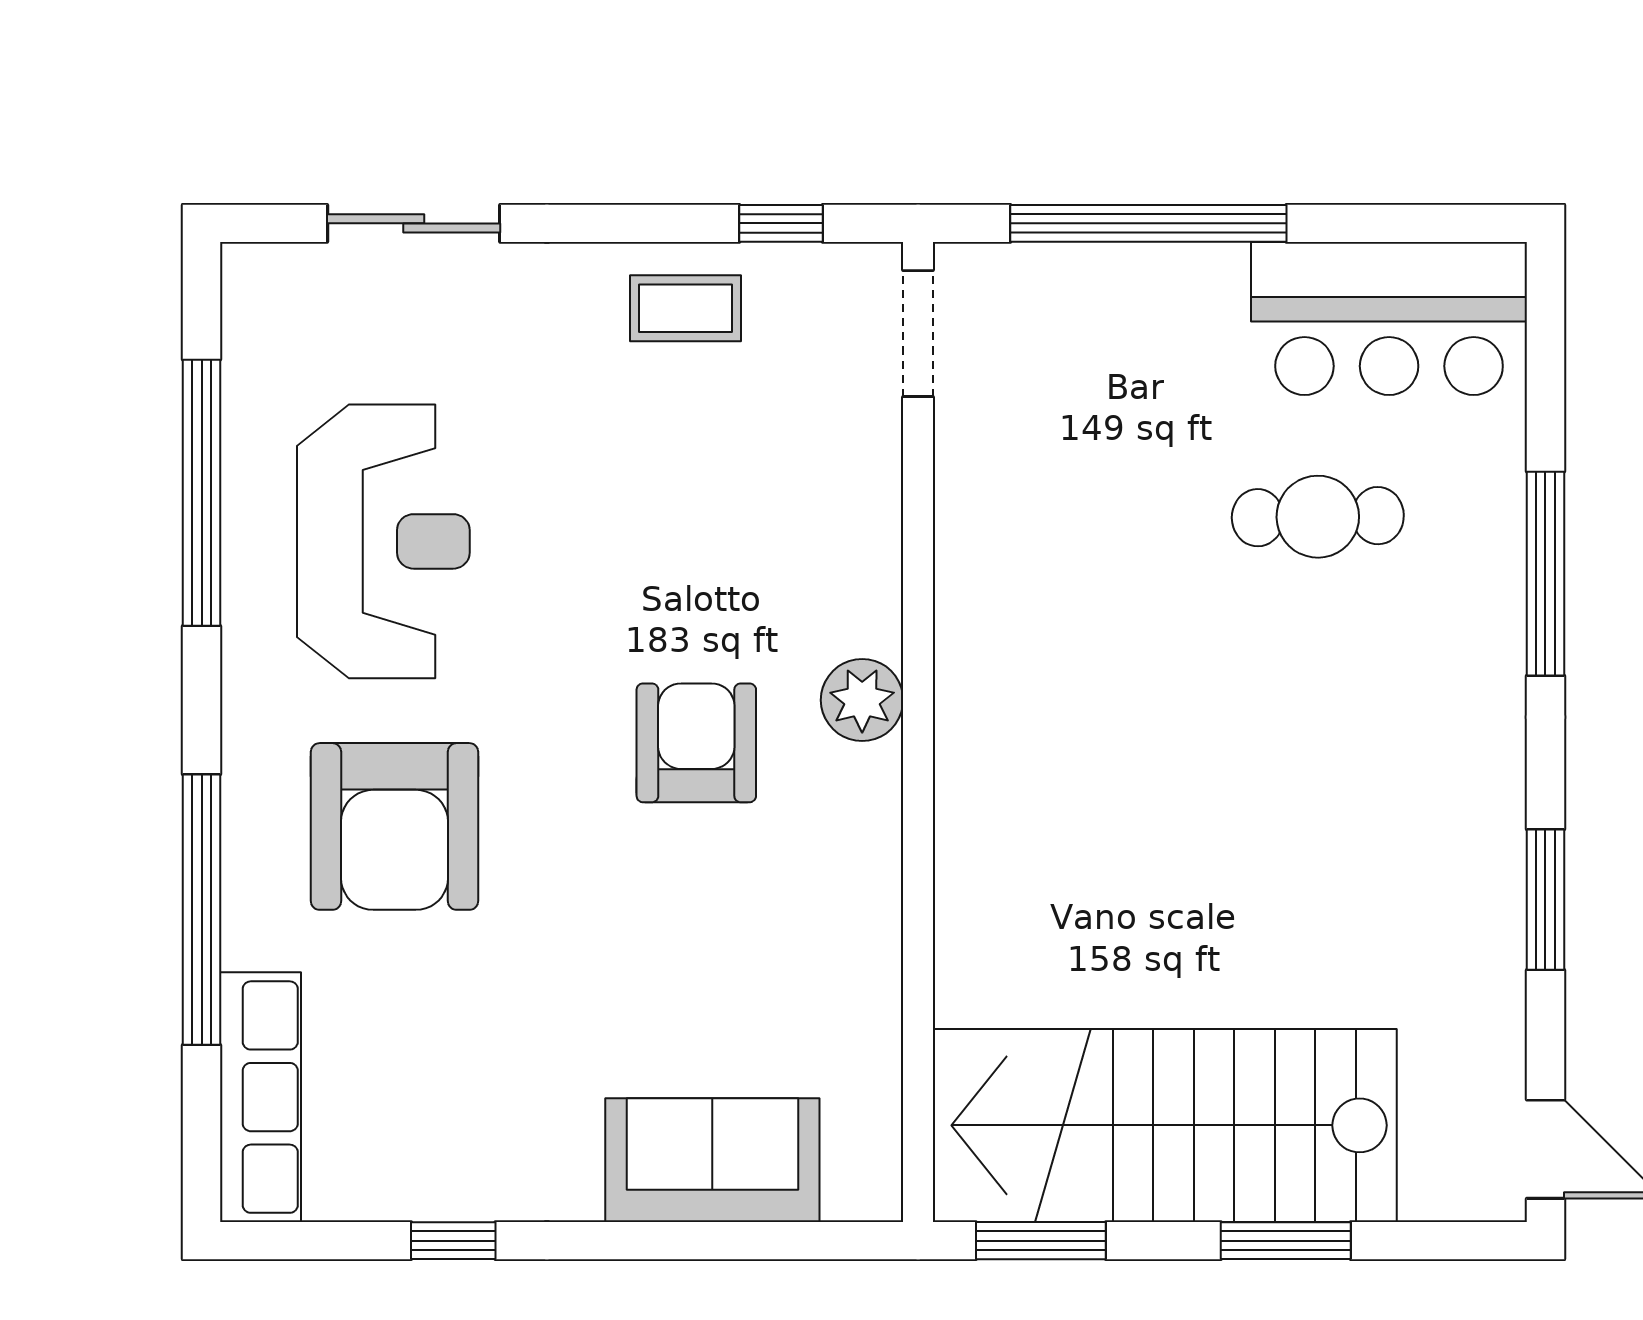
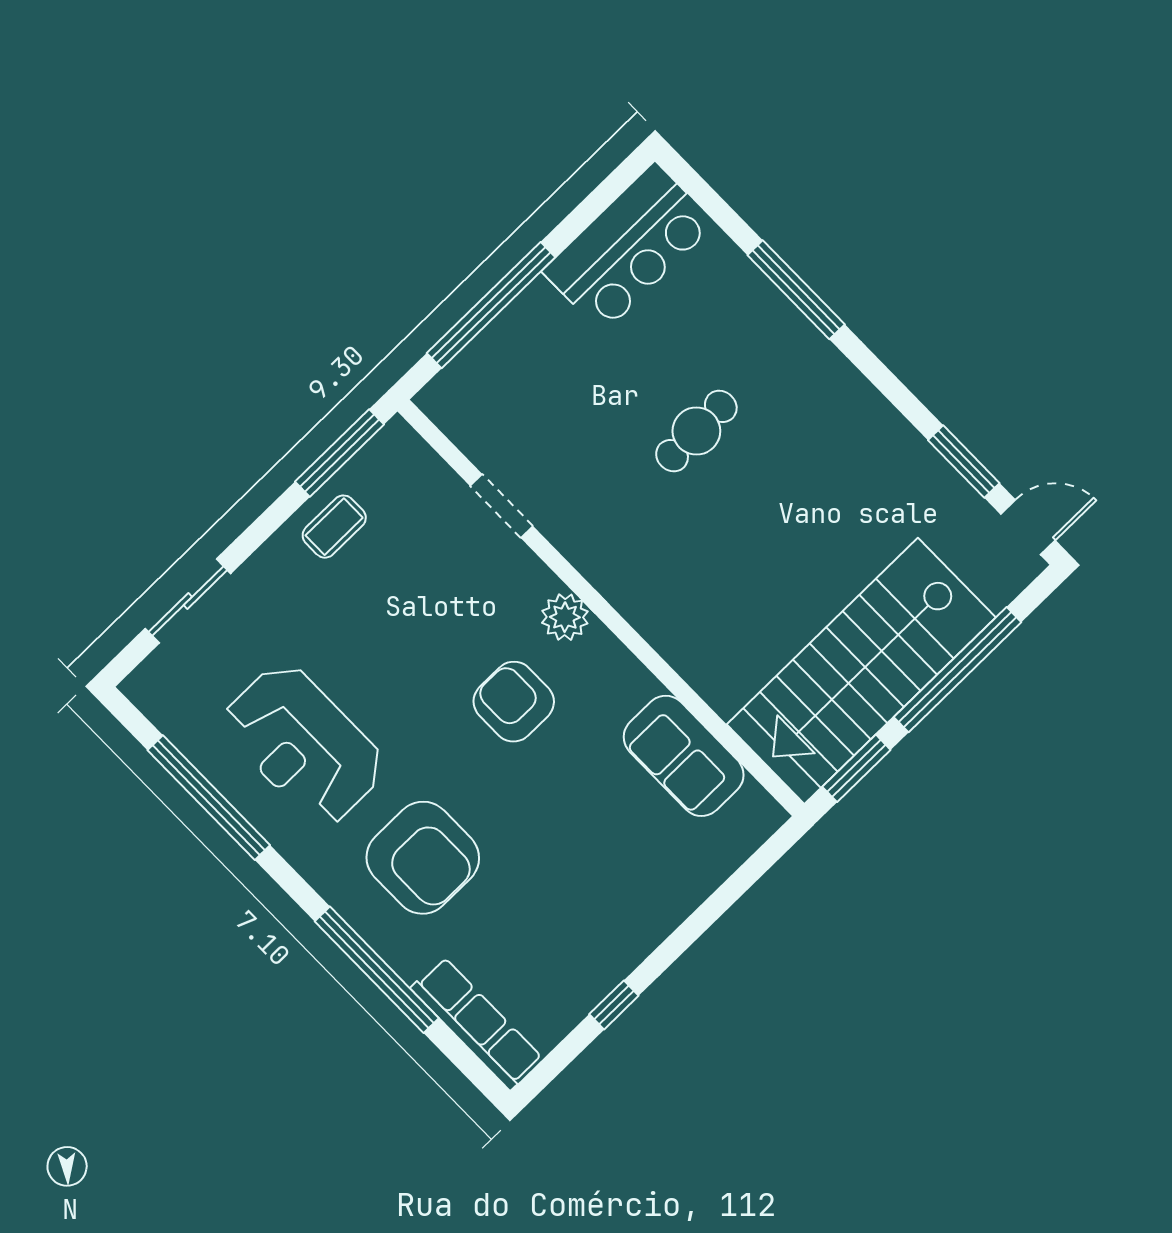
window: (781, 223) -> (339, 453), width x2.17
doorway: (918, 333) -> (501, 506), moved
cafe table: (1318, 517) -> (696, 431), moved
reception desk: (383, 541) -> (303, 744), turned 180
window: (1545, 900) -> (964, 462), moved
sofa: (712, 1160) -> (684, 756), moved, turned -90
window: (1286, 1241) -> (958, 670), width x2.11

